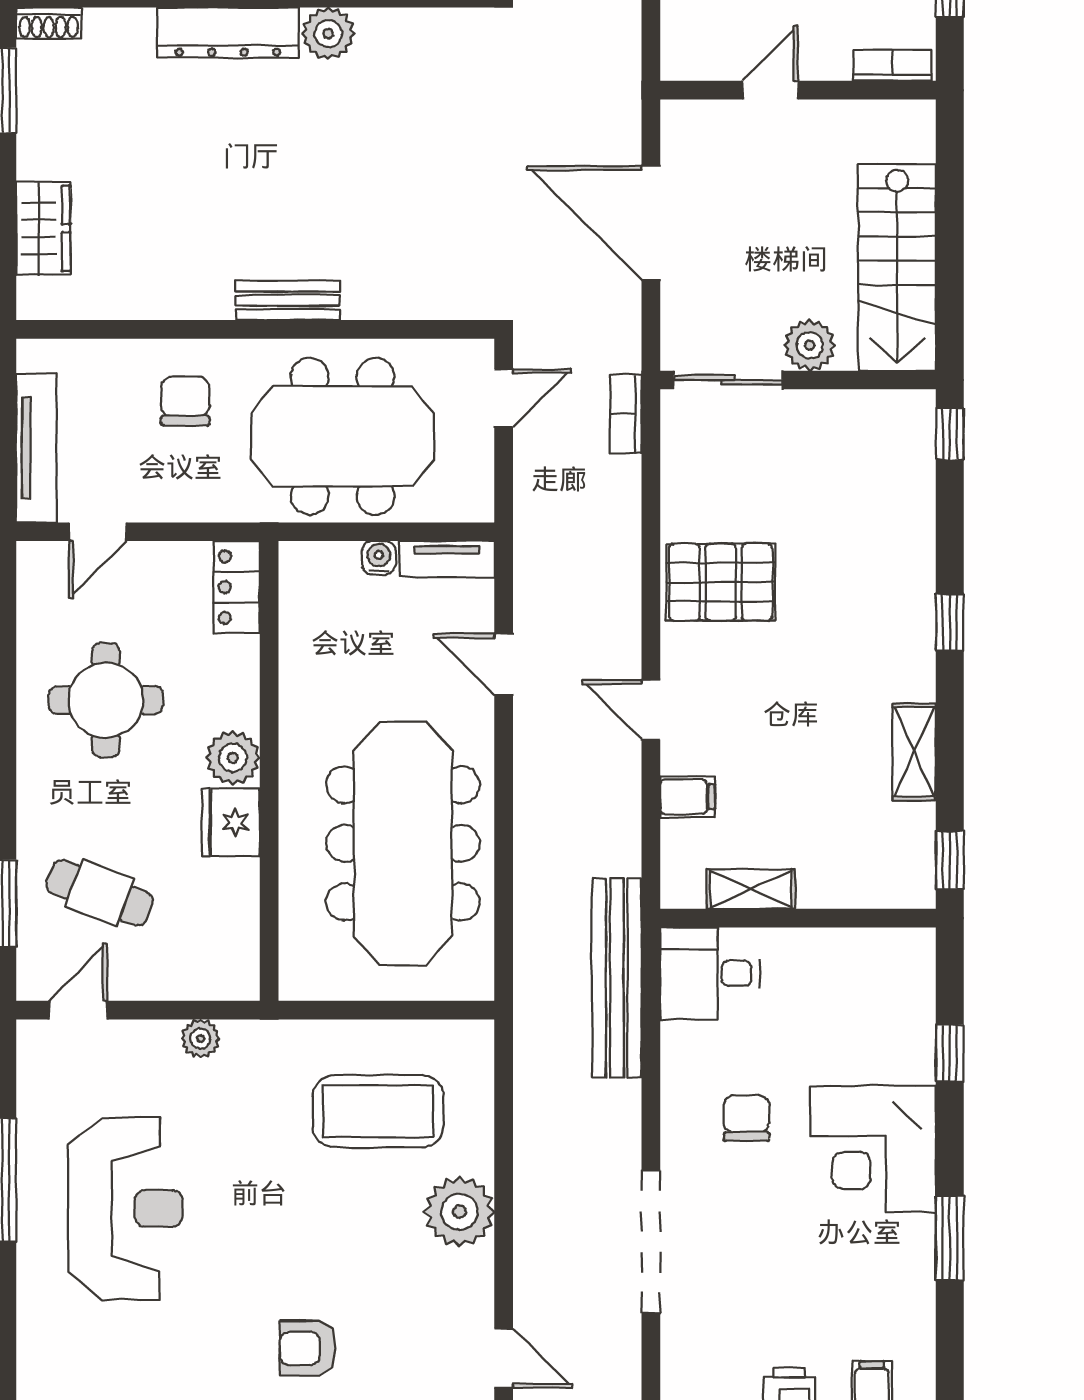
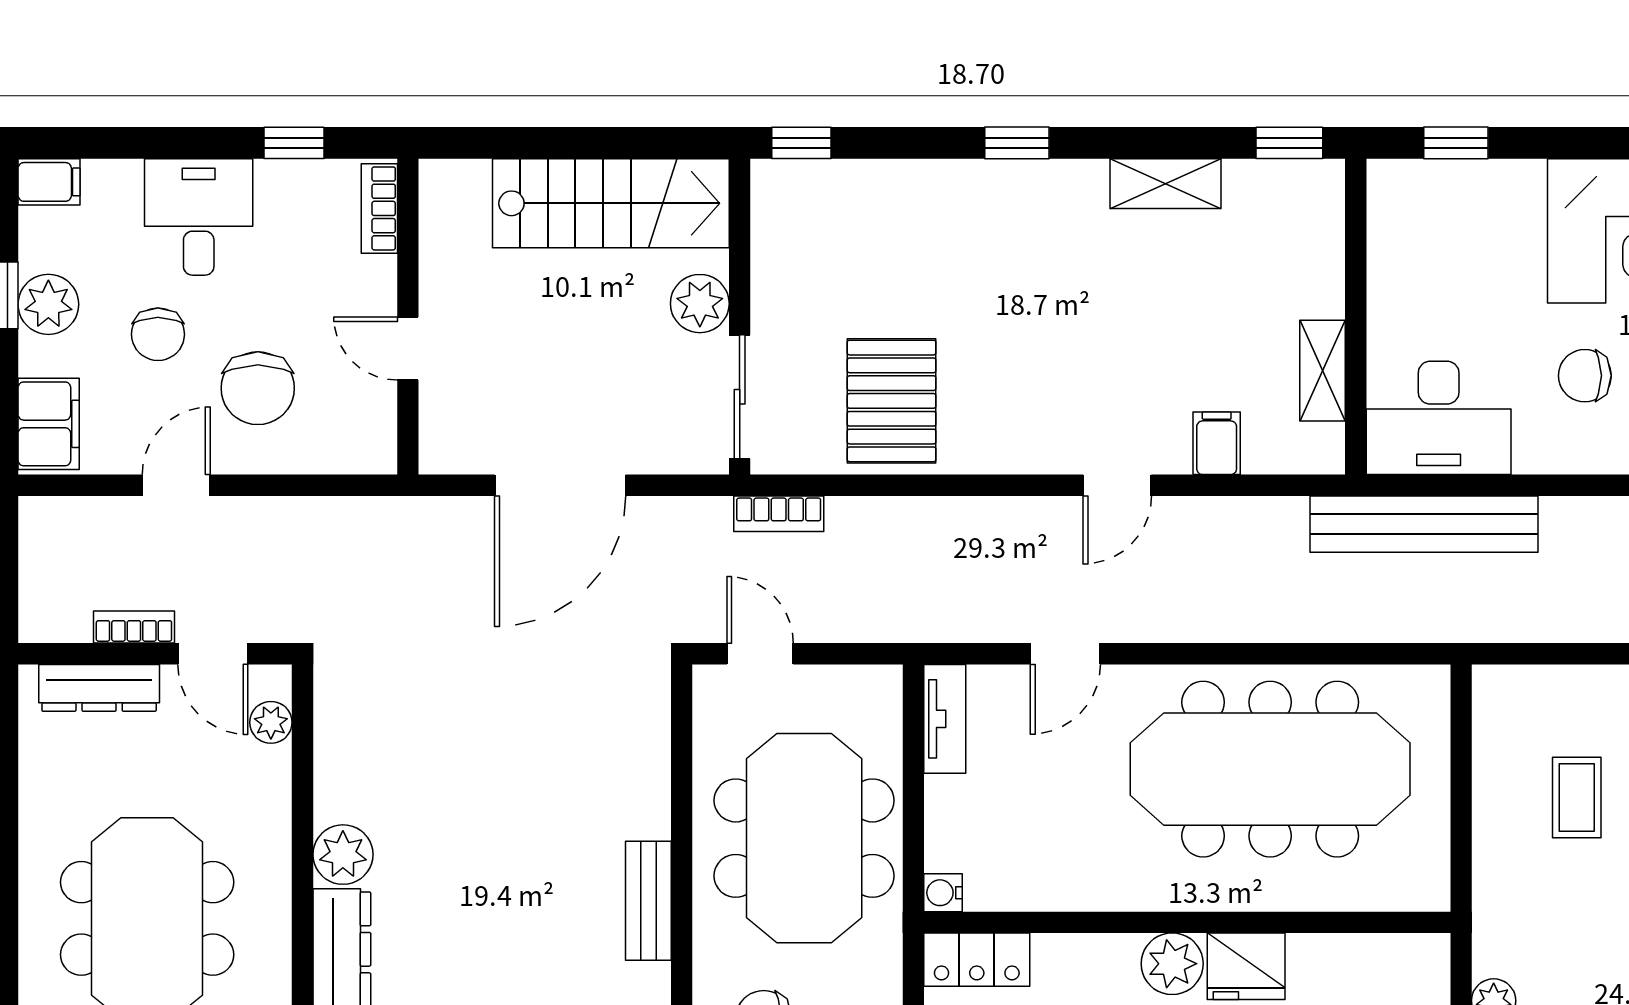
water cooler: (379, 558) -> (943, 893), moved
pallet: (721, 582) -> (892, 401), moved
desk: (710, 973) -> (1439, 418), width x1.37
window: (950, 1053) -> (1456, 143), moved
coffee table: (378, 1111) -> (1577, 797), width x0.54, depth x0.58

